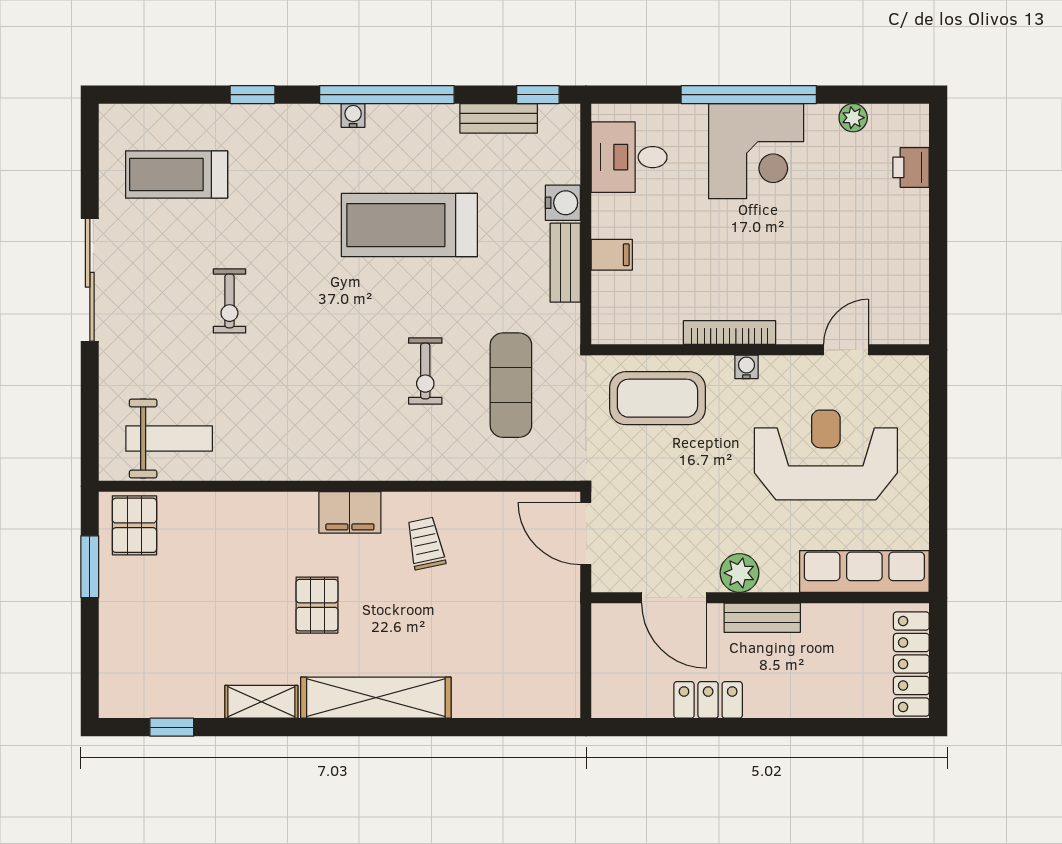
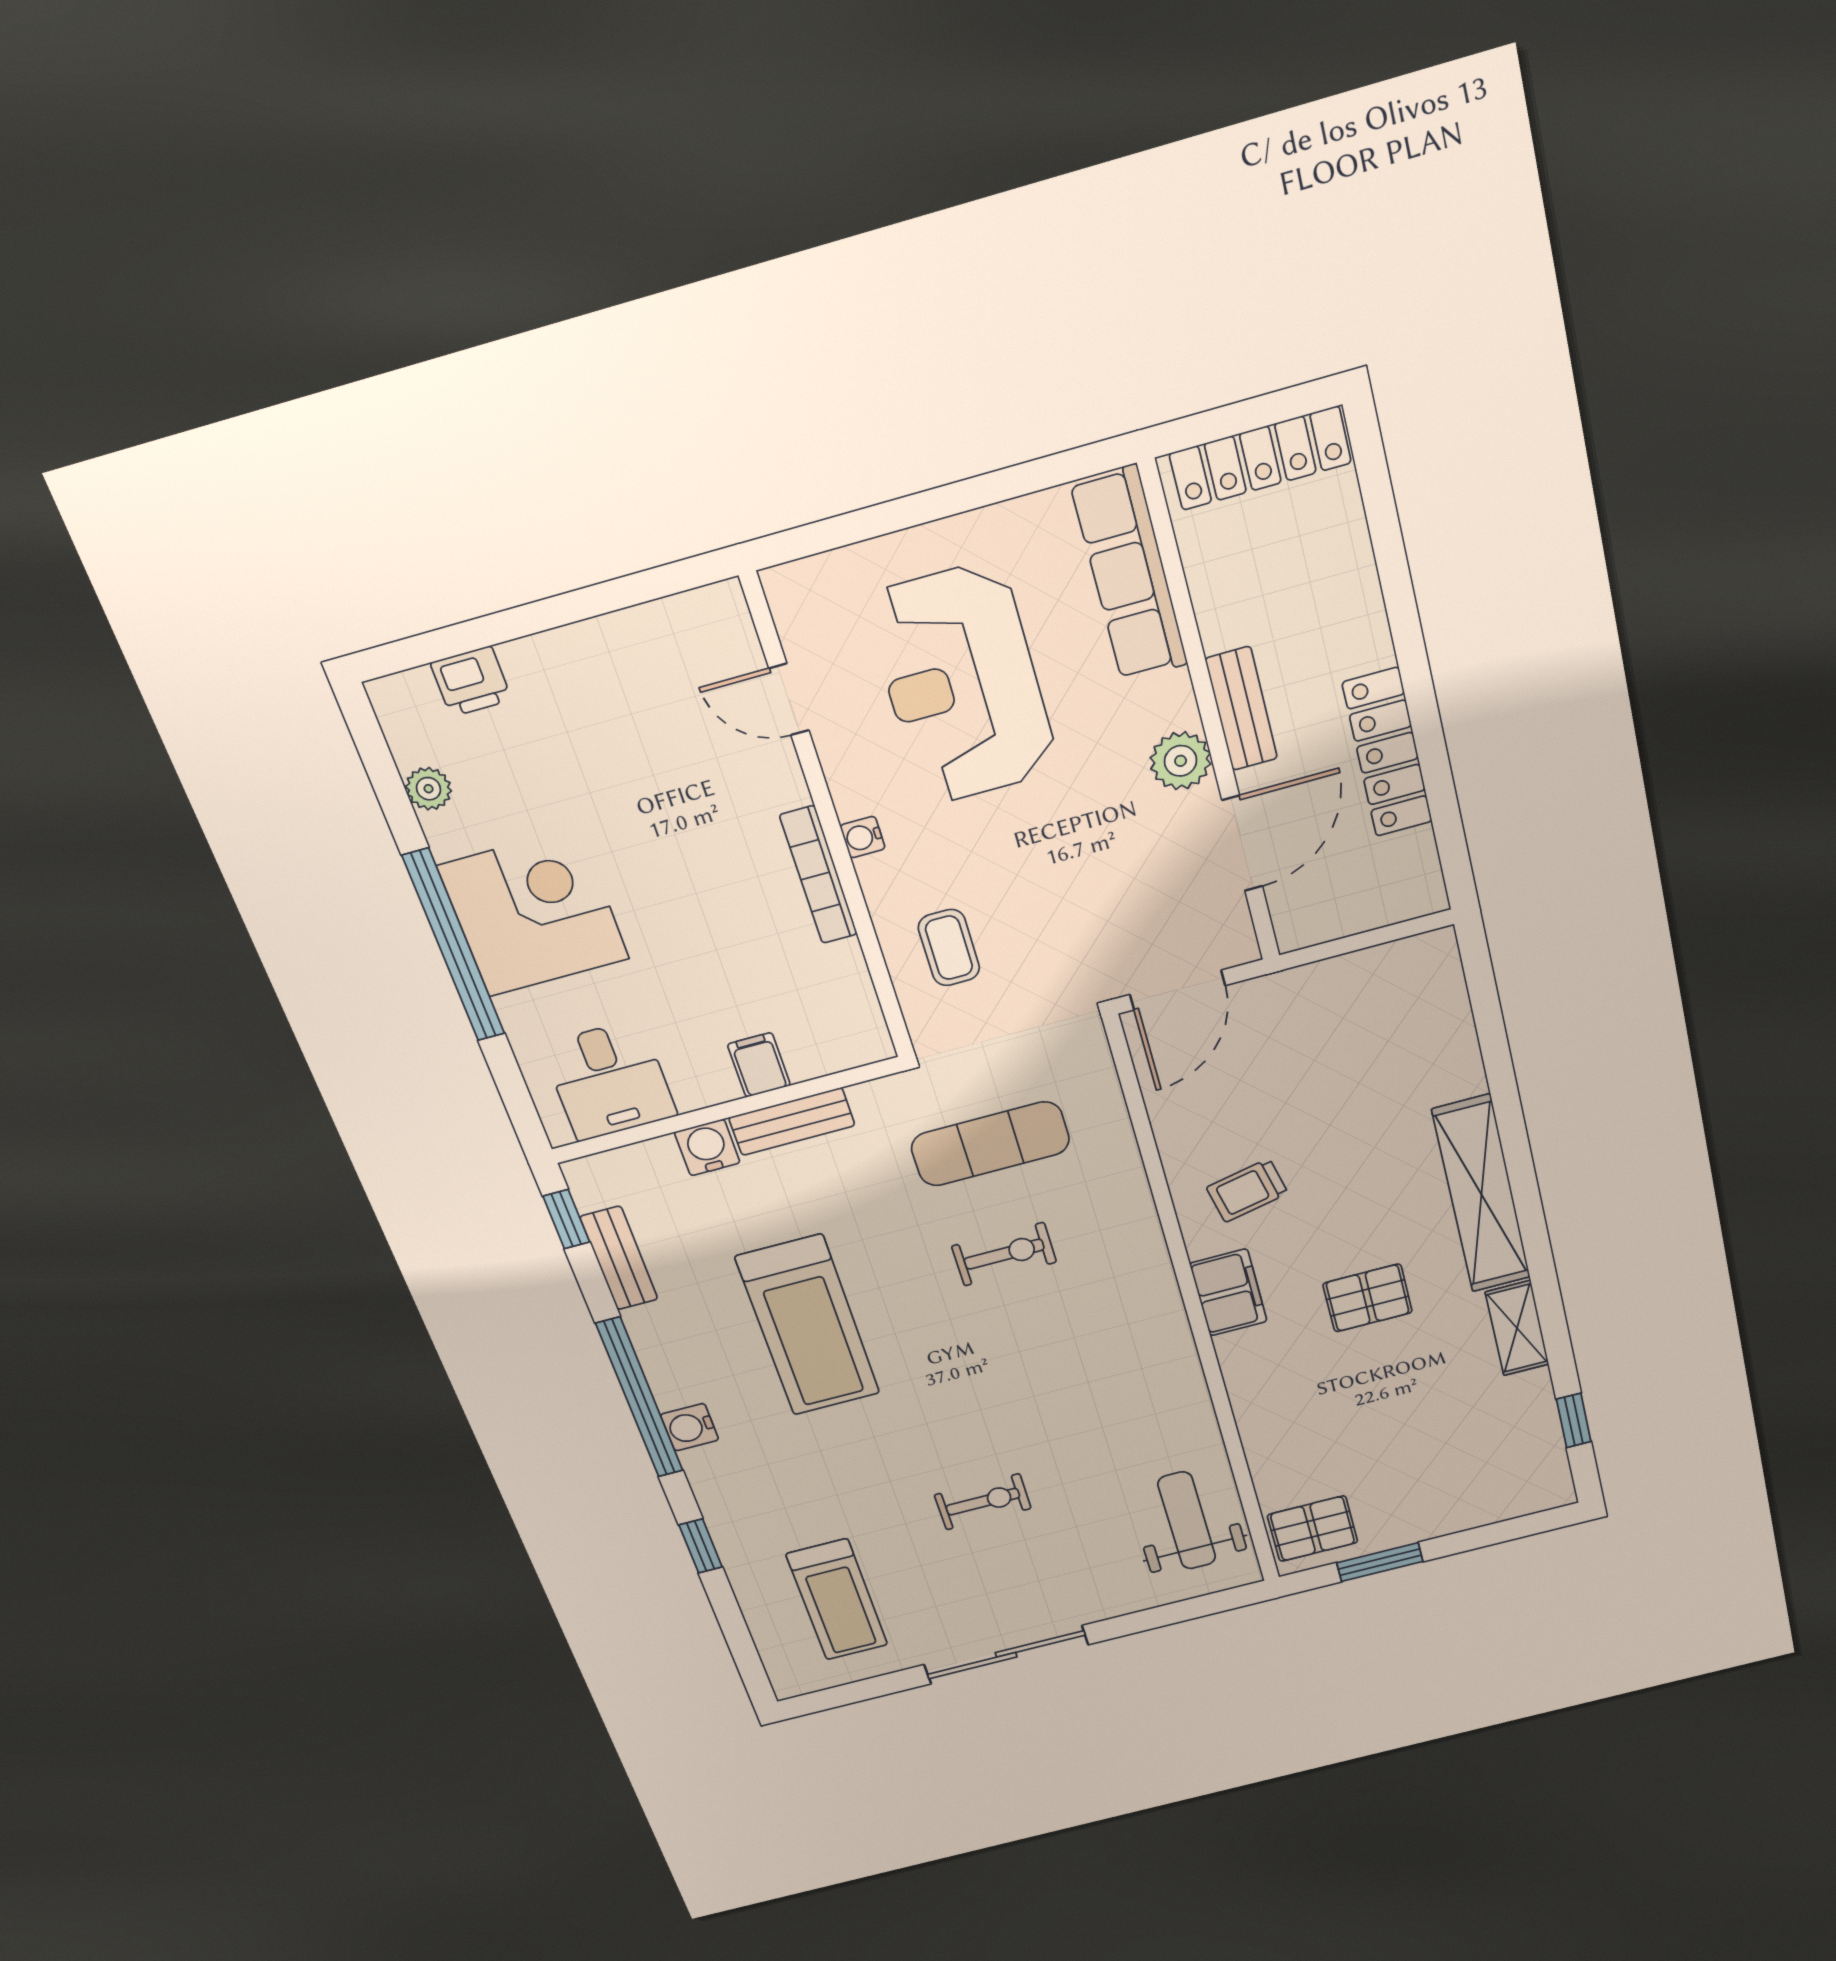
water cooler: (353, 115) -> (690, 1427), width x1.38, depth x1.38
coffee table: (657, 398) -> (949, 948), width x0.54, depth x0.58
locker: (708, 700) -> (1387, 753), width x1.53

